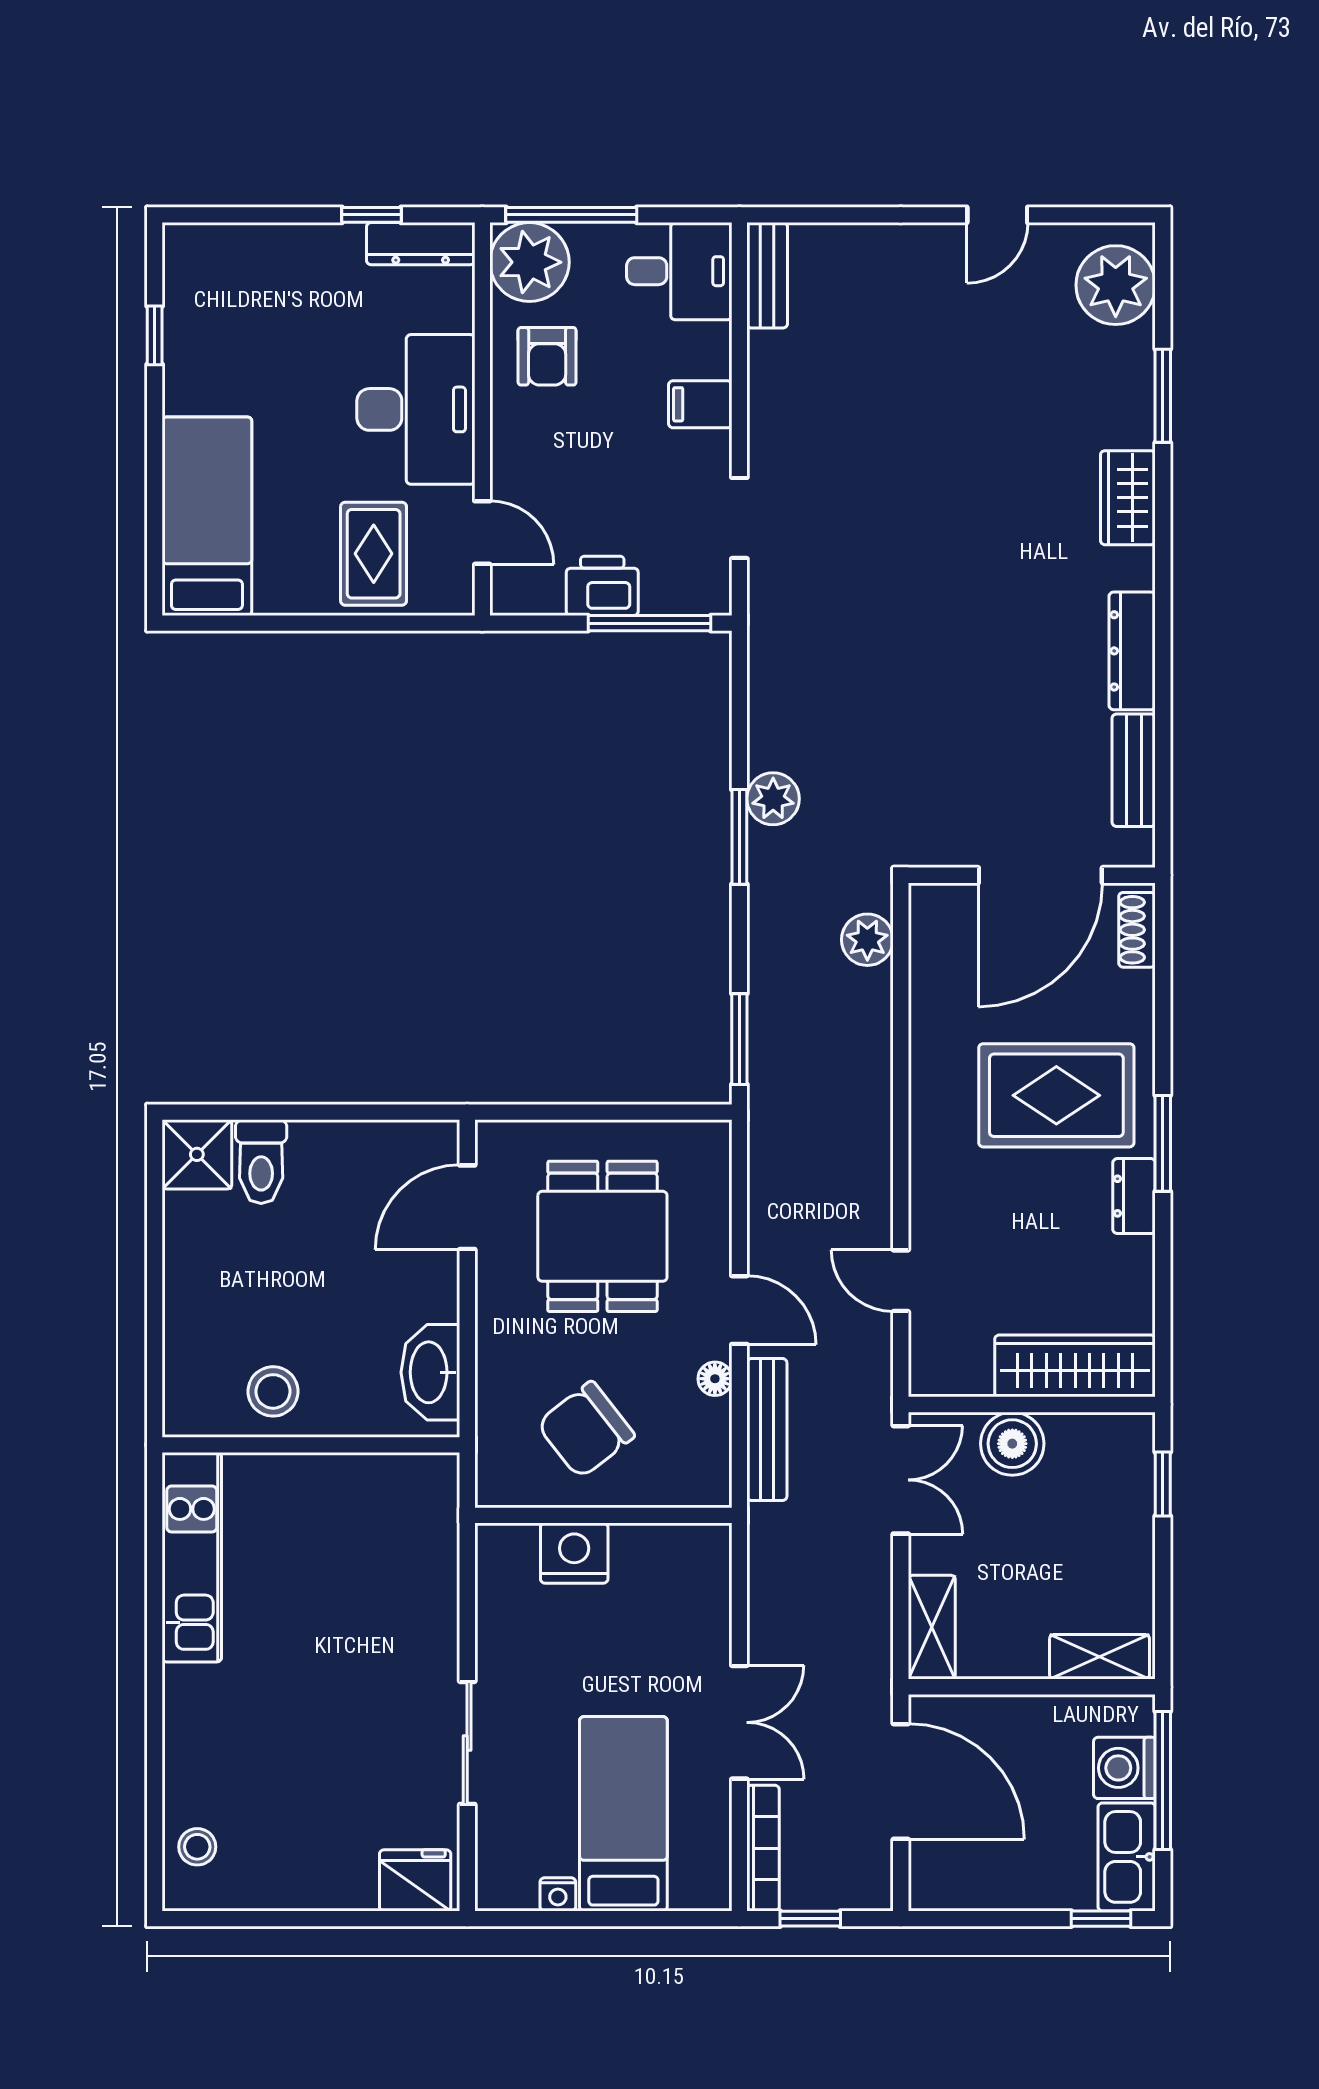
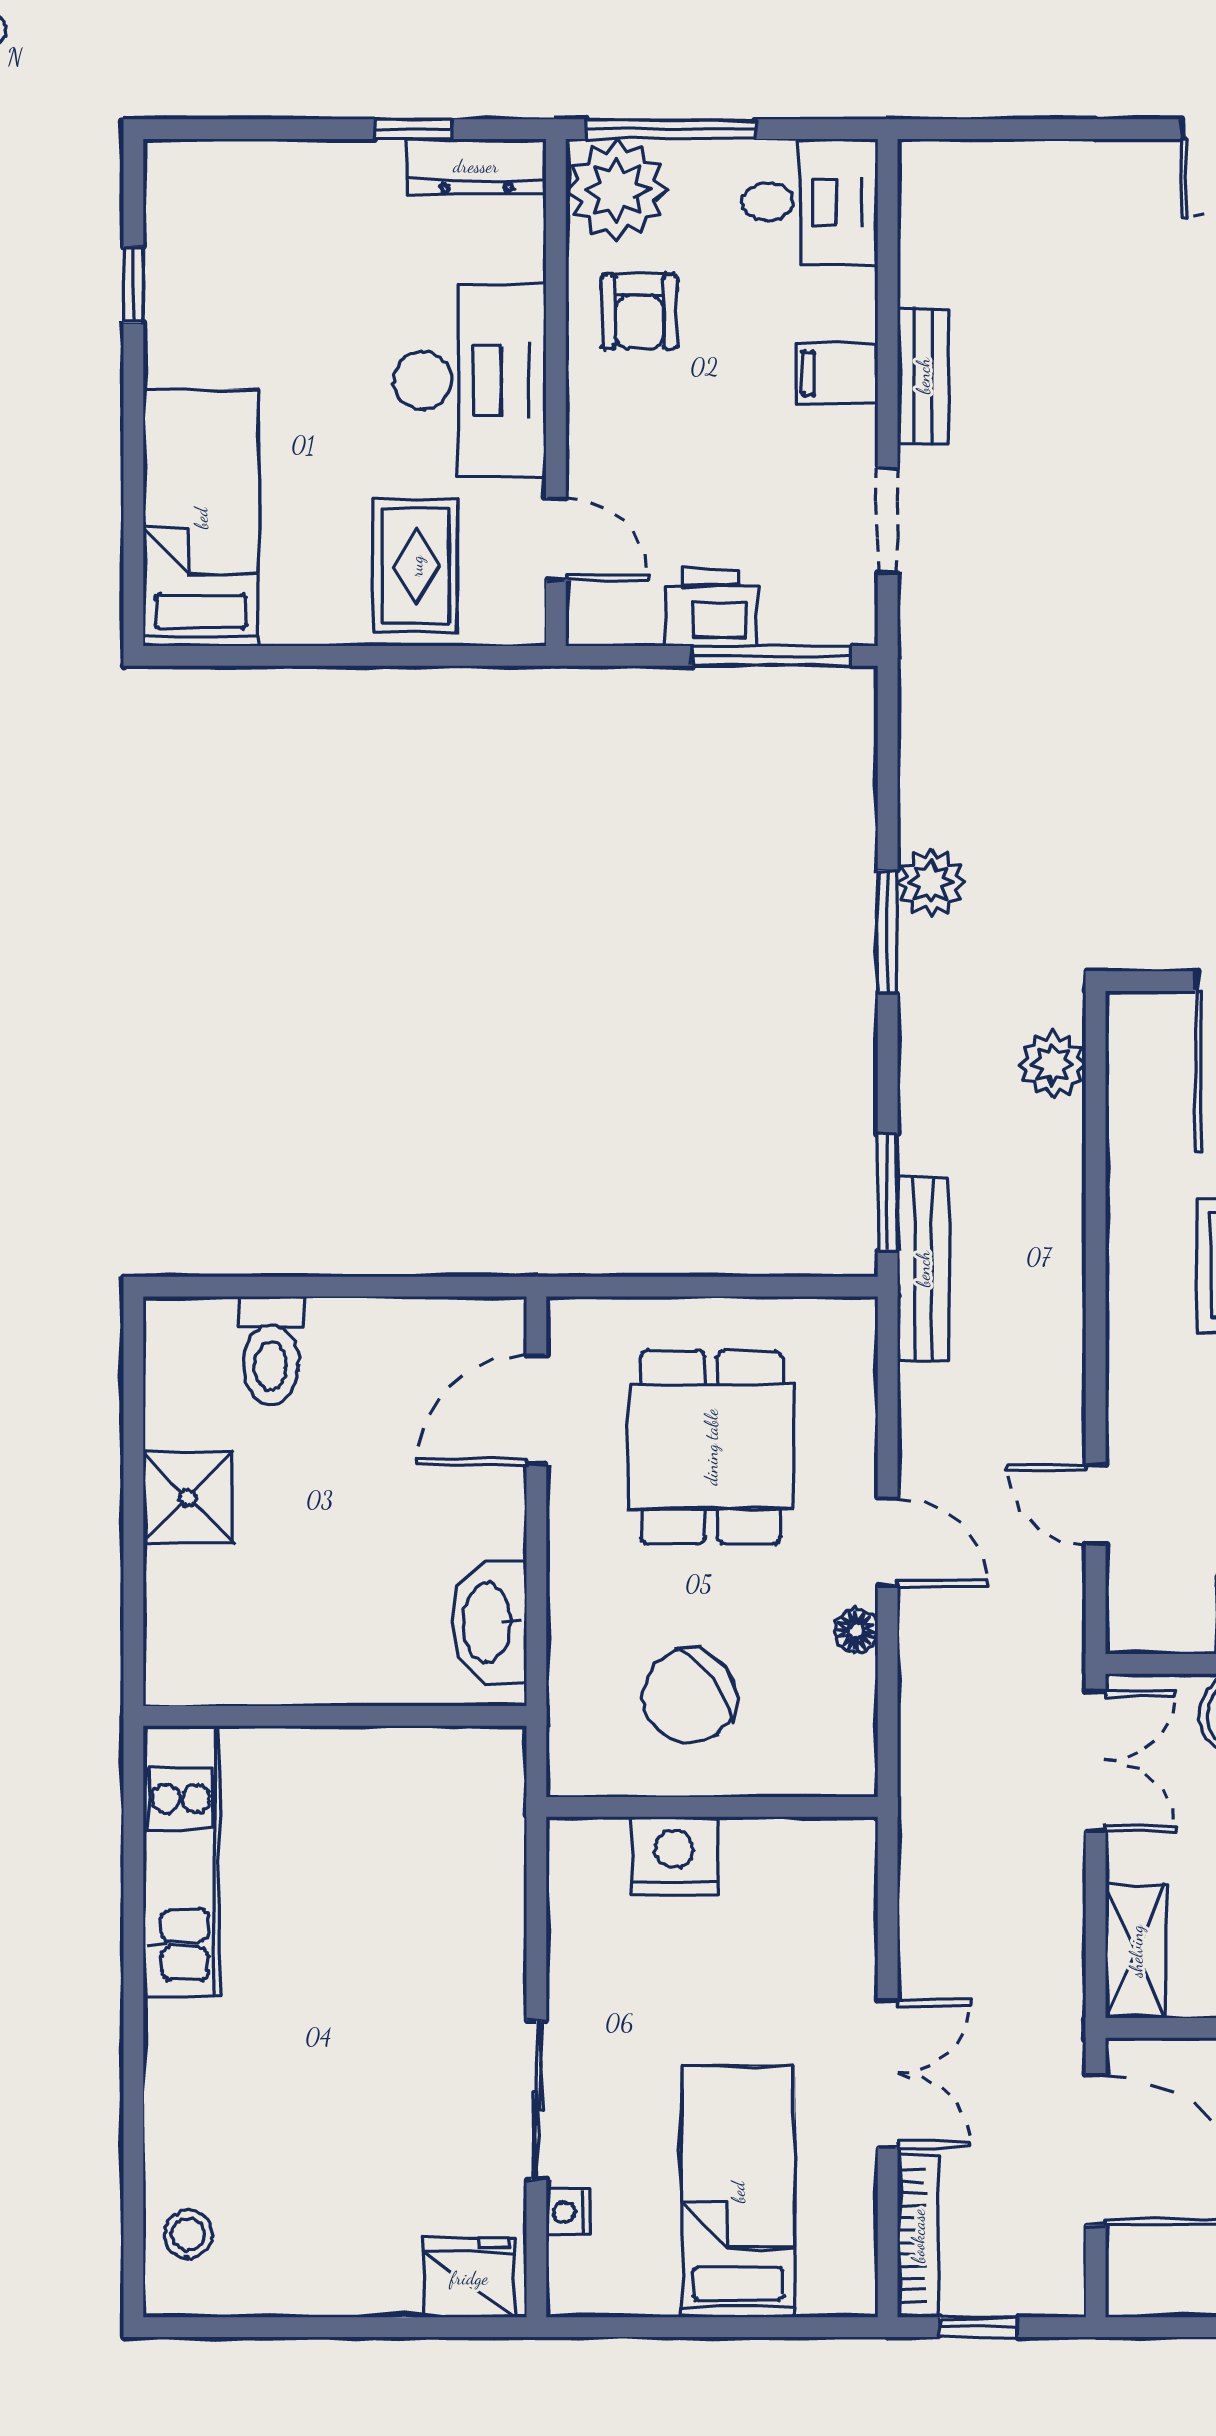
bench: (767, 275) -> (923, 376), moved
shower: (197, 1154) -> (188, 1498), moved
stool: (273, 1391) -> (286, 1647), removed
bench: (767, 1430) -> (923, 1269), moved
nightstand: (558, 1894) -> (568, 2212), moved, turned 90

